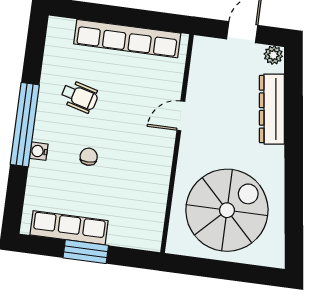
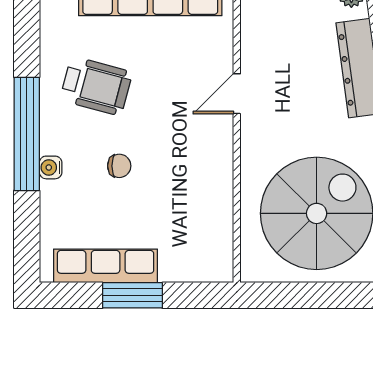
wheelchair: (80, 97) -> (96, 86), width x1.36, depth x1.37
chair: (89, 157) -> (119, 166), turned 90

